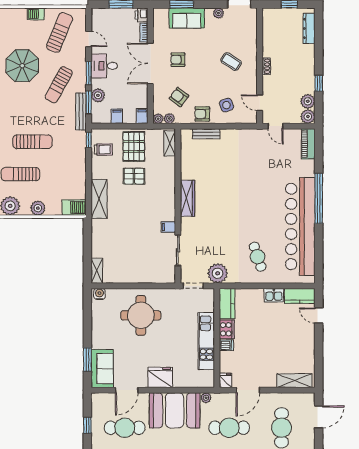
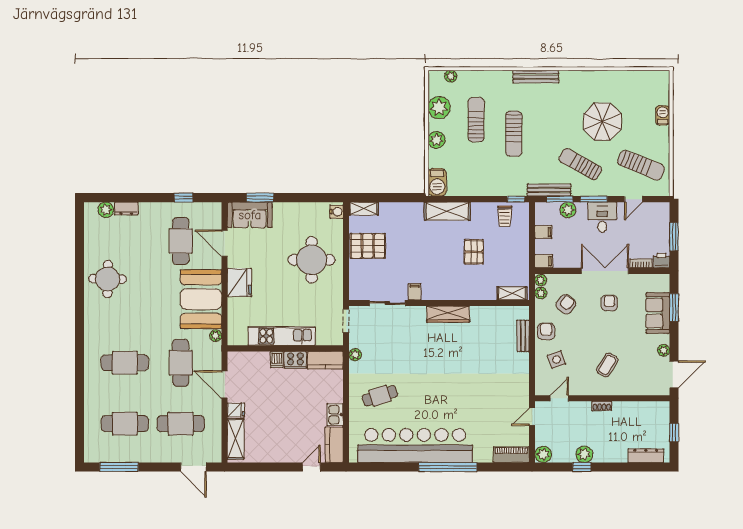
barbecue: (36, 14) -> (663, 115), moved
plant: (308, 101) -> (584, 454), moved
pallet: (134, 146) -> (368, 246), moved
plant: (218, 273) -> (355, 355), width x0.53, depth x0.53
fridge: (226, 380) -> (236, 410), moved

